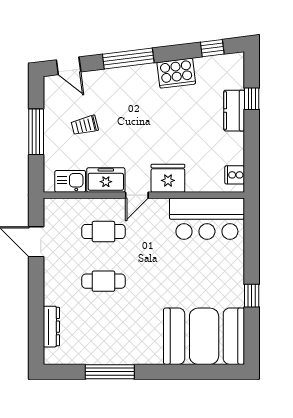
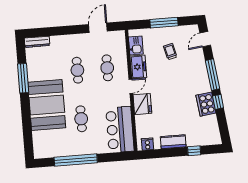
window: (212, 48) -> (218, 102), moved
kitchen counter: (234, 111) -> (173, 142), moved
door: (137, 195) -> (131, 86), swing flipped
cafe table: (184, 281) -> (81, 119), added
window: (252, 296) -> (76, 160), width x3.17
dresser: (51, 327) -> (37, 42), moved
booth: (204, 336) -> (47, 105), moved

